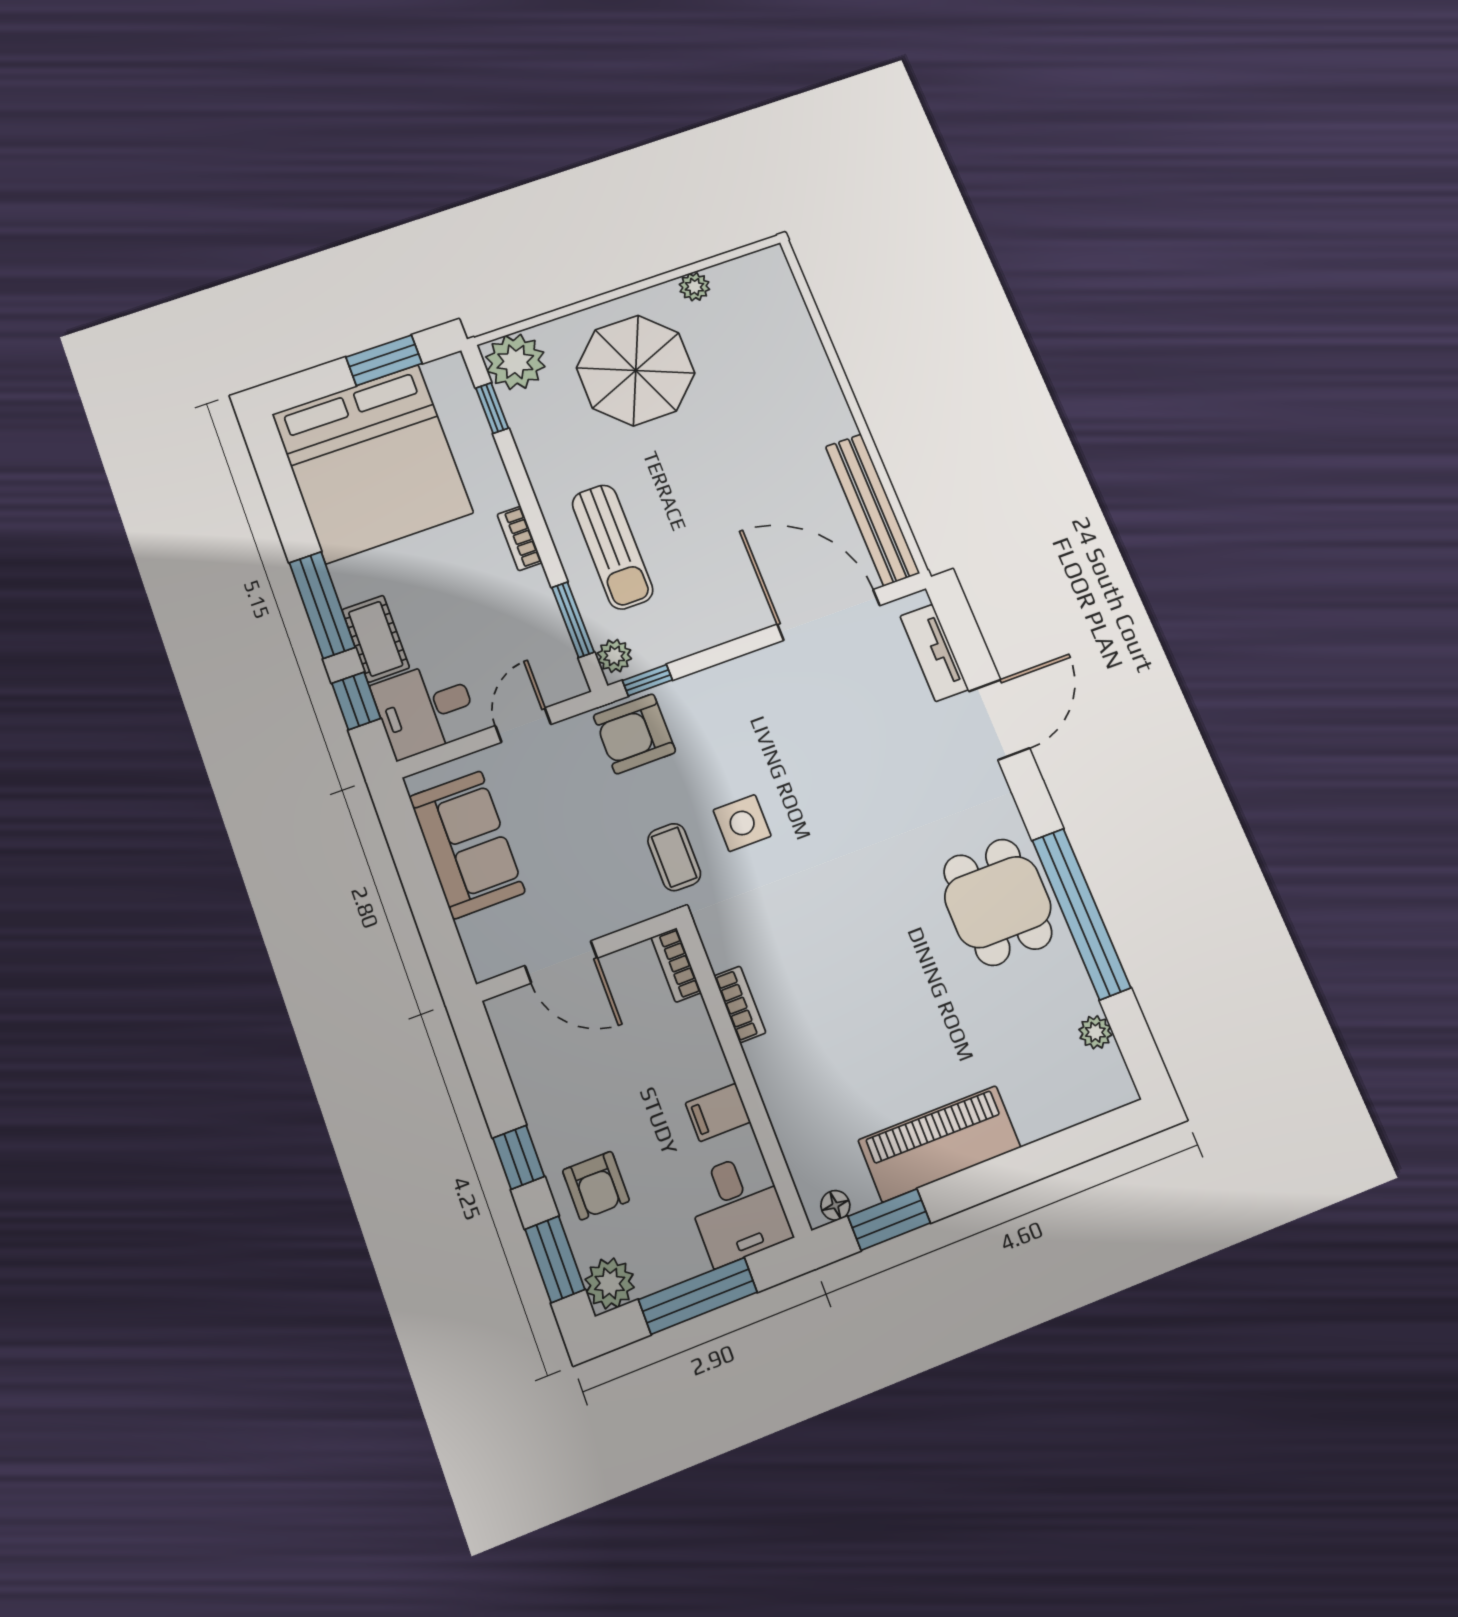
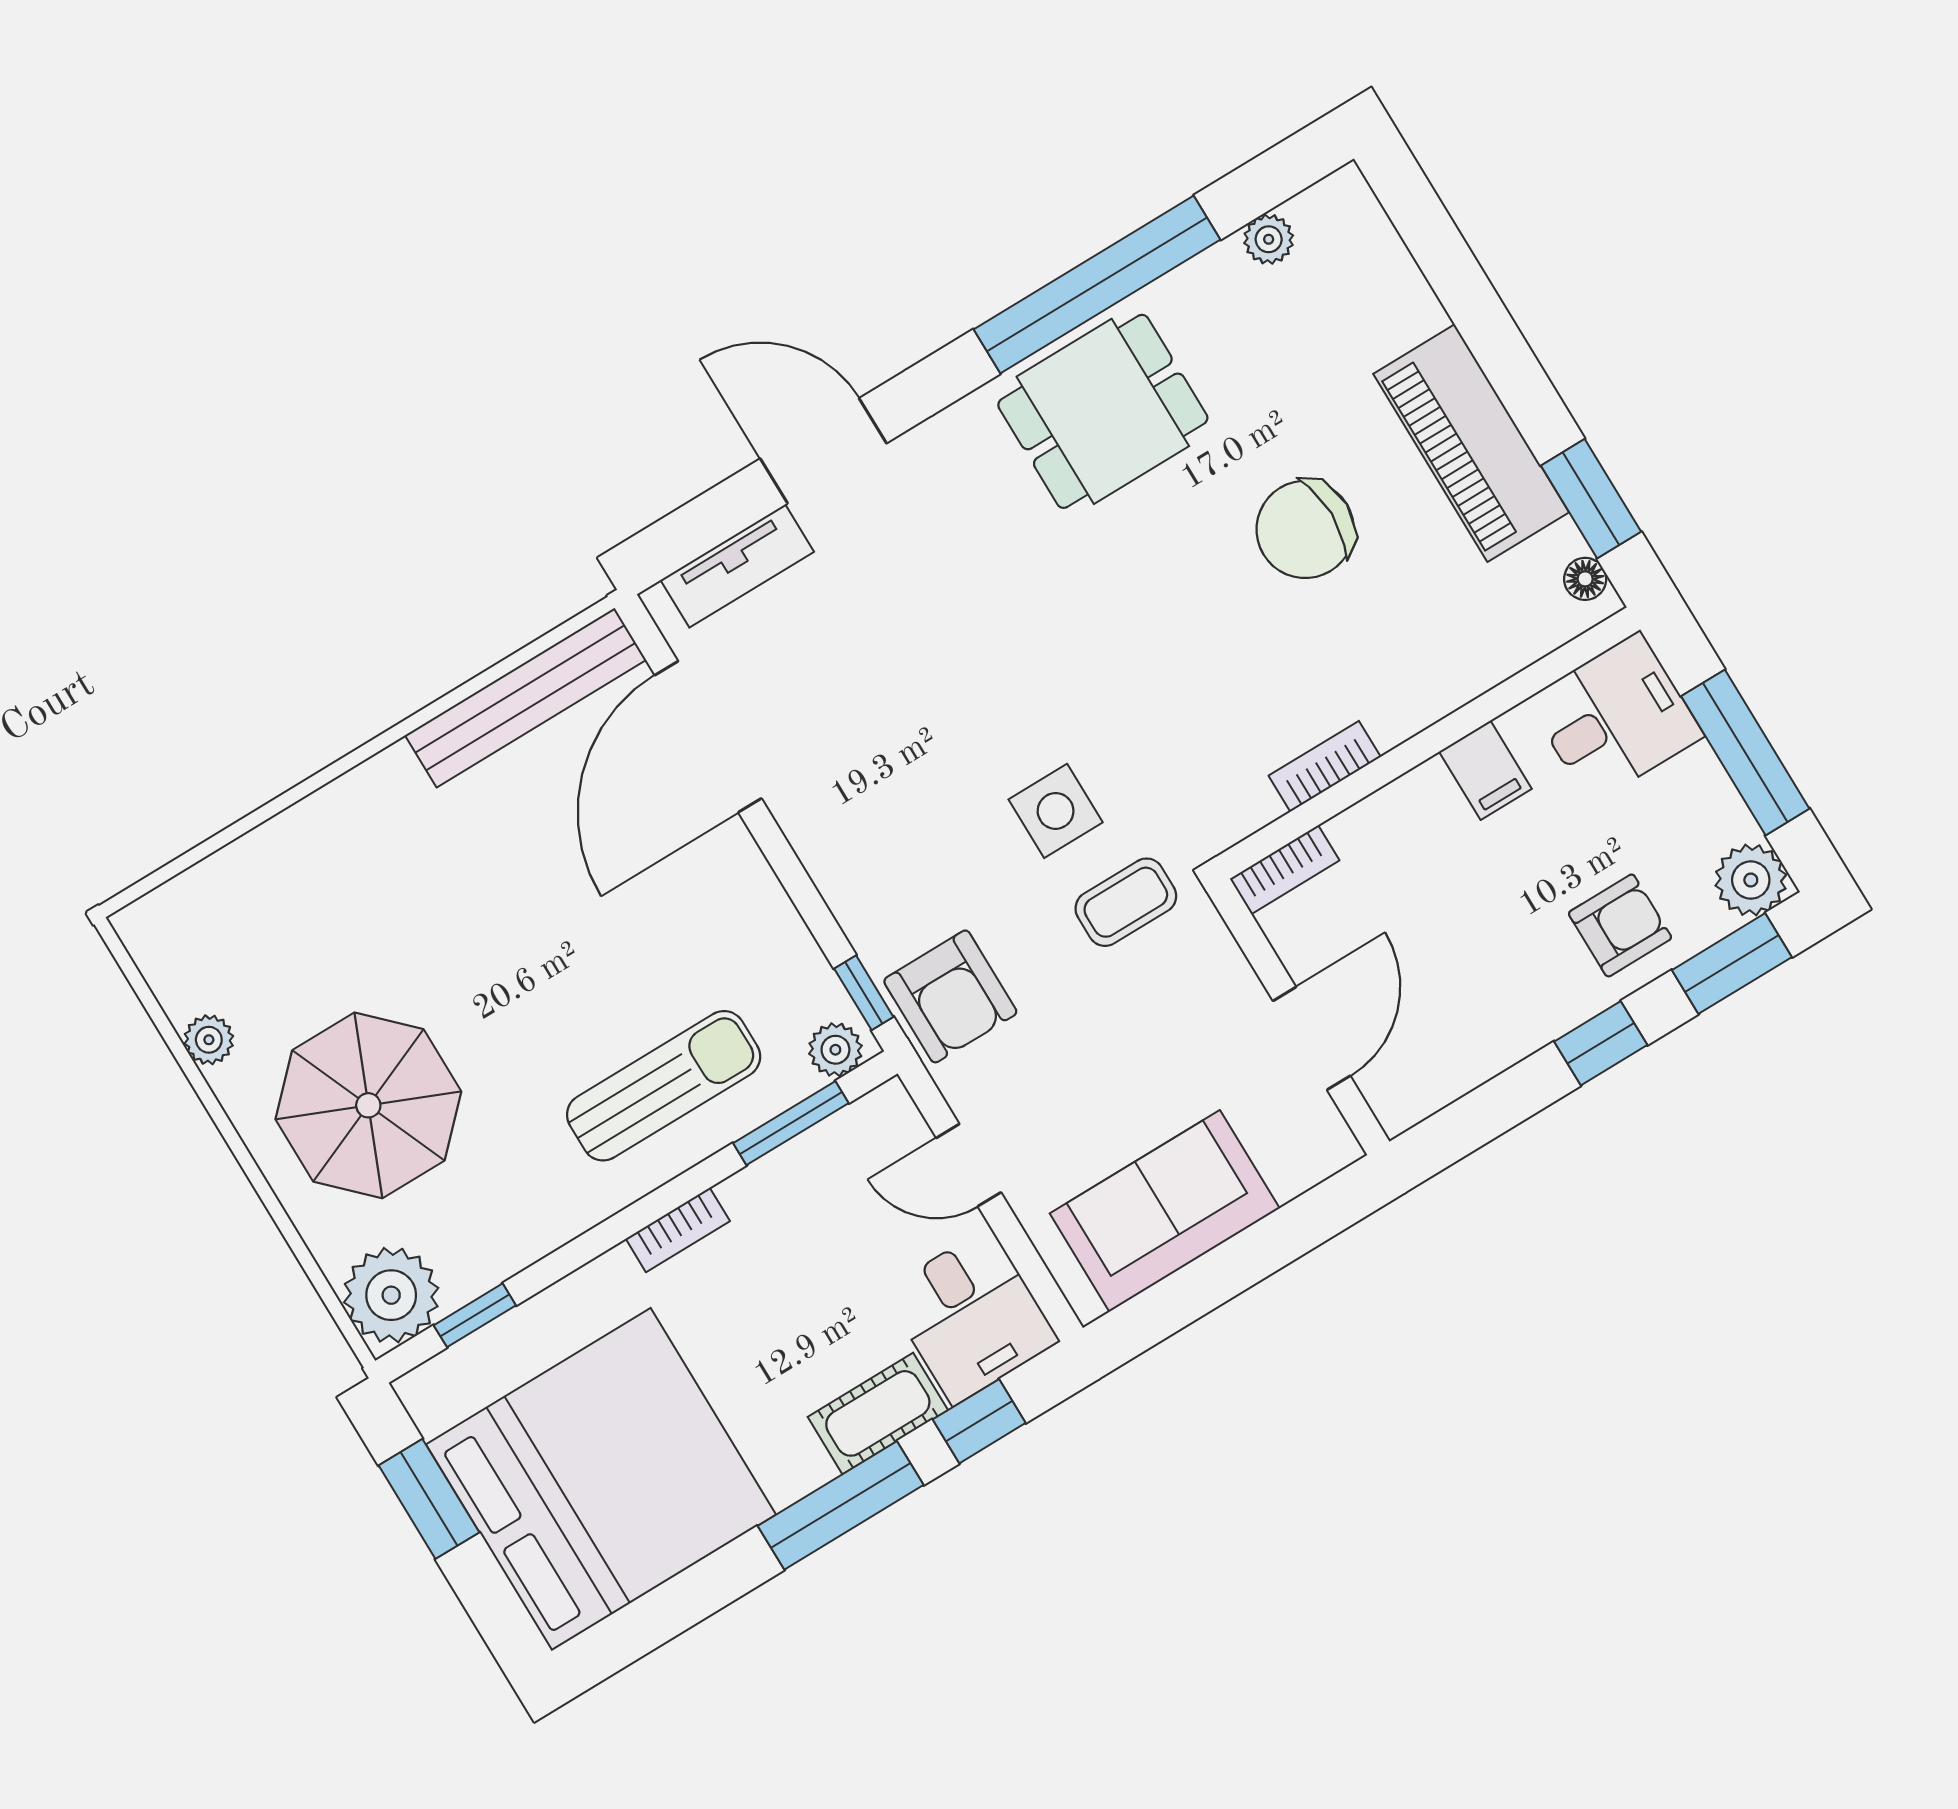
chair: (899, 1021) -> (1305, 529), added

